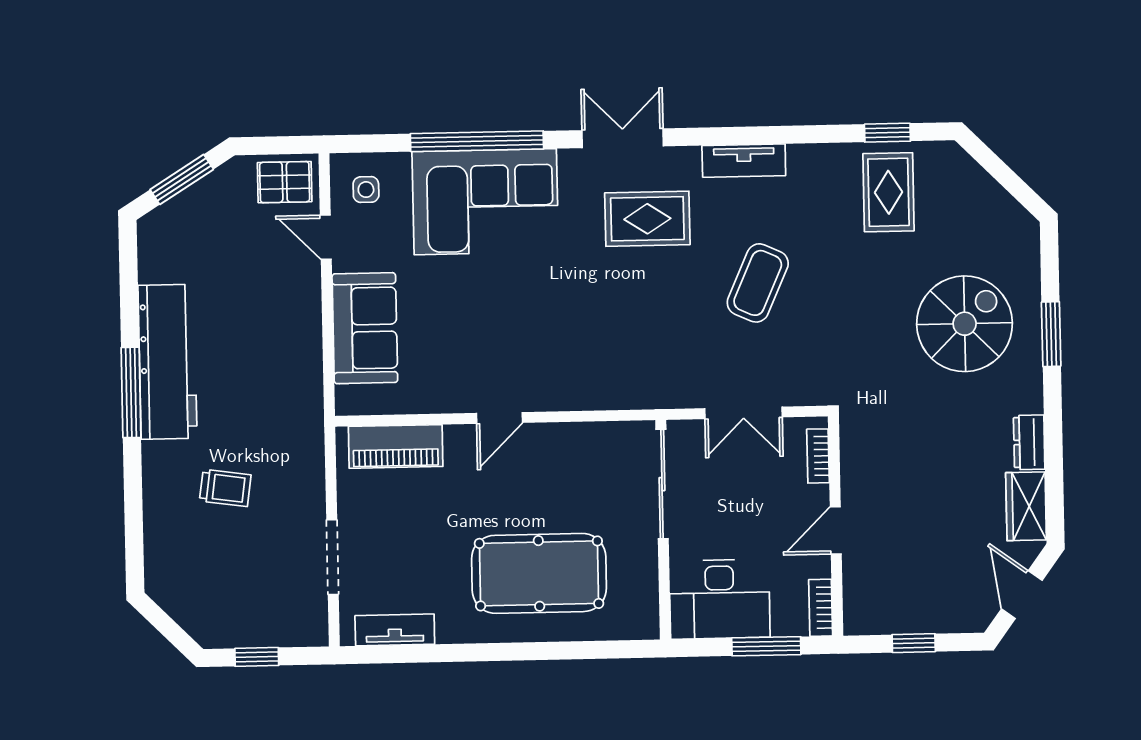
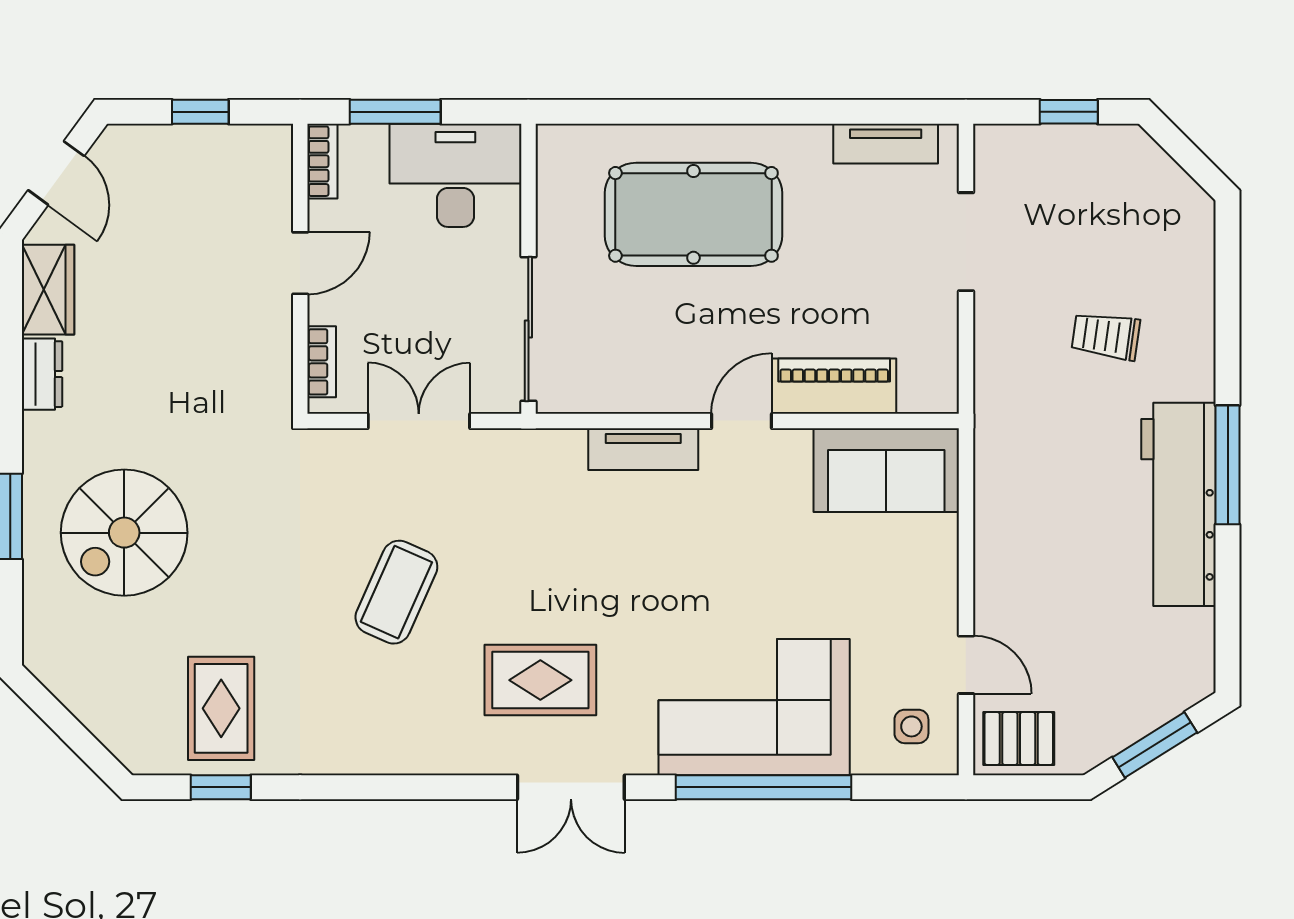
tv unit: (744, 161) -> (643, 449), moved, turned 180
sofa: (365, 328) -> (886, 470), moved, turned -90
piano: (396, 446) -> (834, 386), moved

